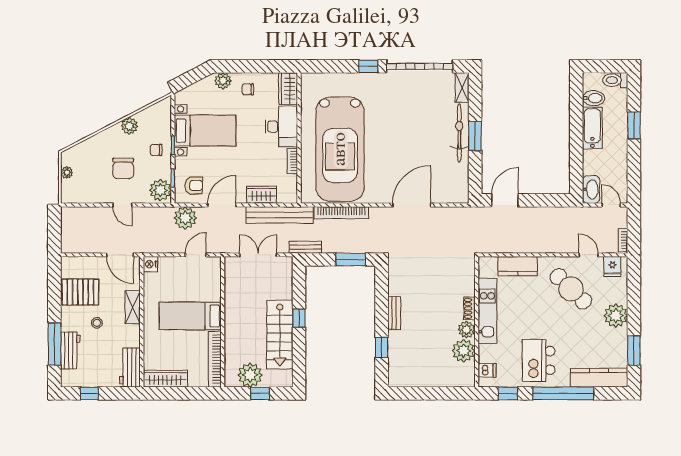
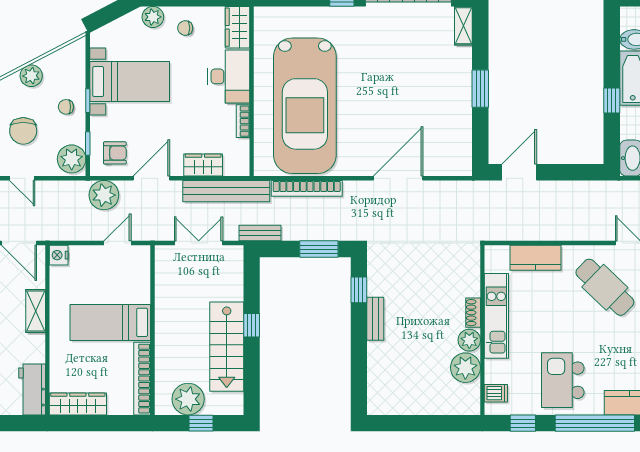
bicycle: (459, 133) -> (460, 85), removed
window: (576, 145) -> (612, 100), added
window: (382, 348) -> (359, 290), moved

